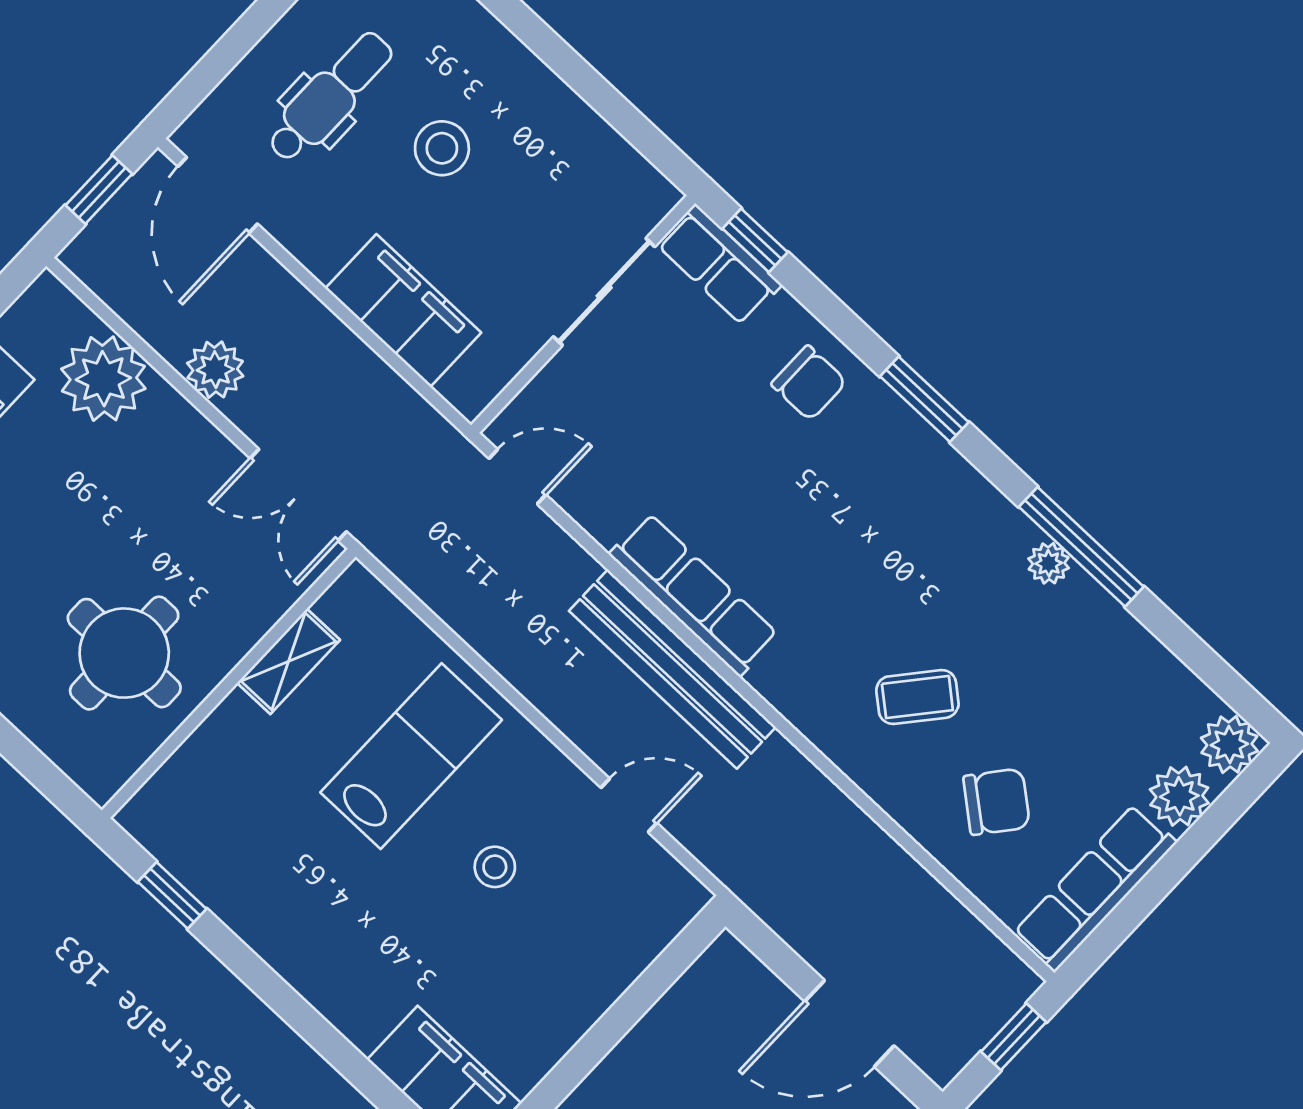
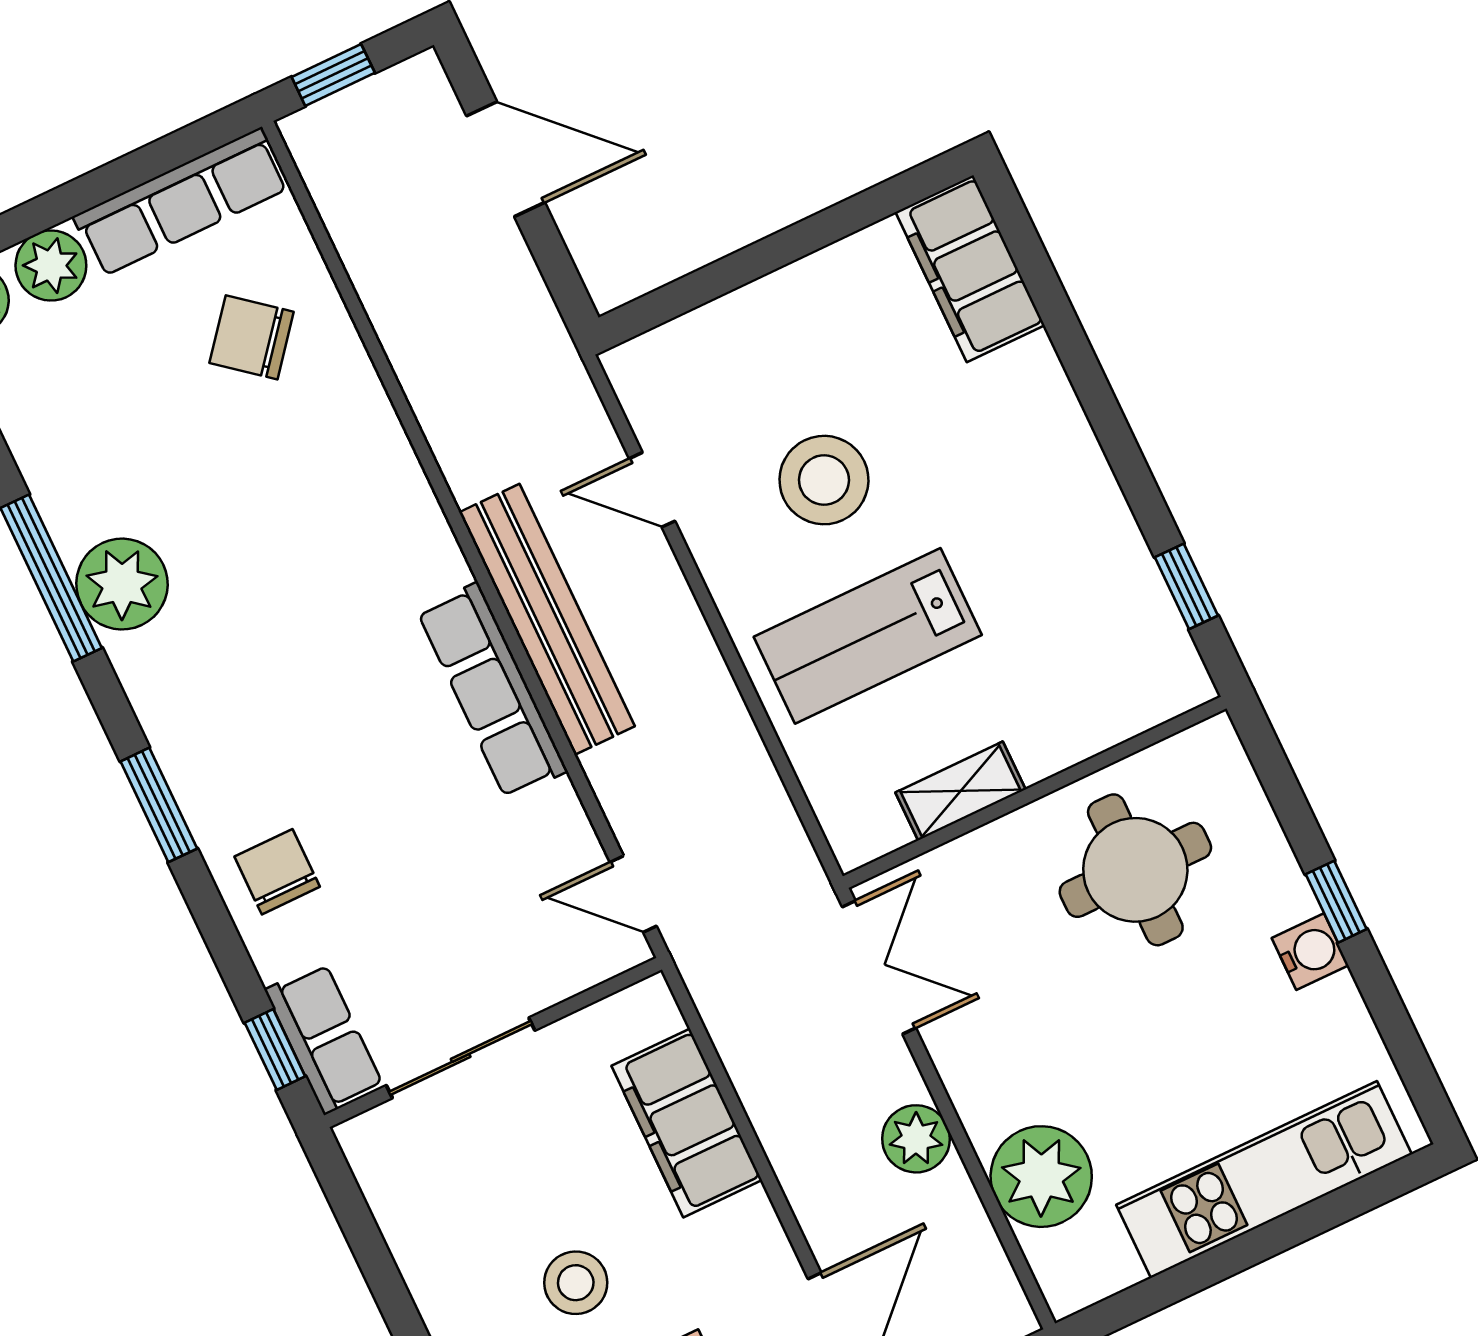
plant: (1049, 563) -> (122, 584), width x1.87, depth x1.87
coffee table: (917, 697) -> (293, 485), removed
stool: (495, 867) -> (824, 480), width x1.89, depth x1.89

